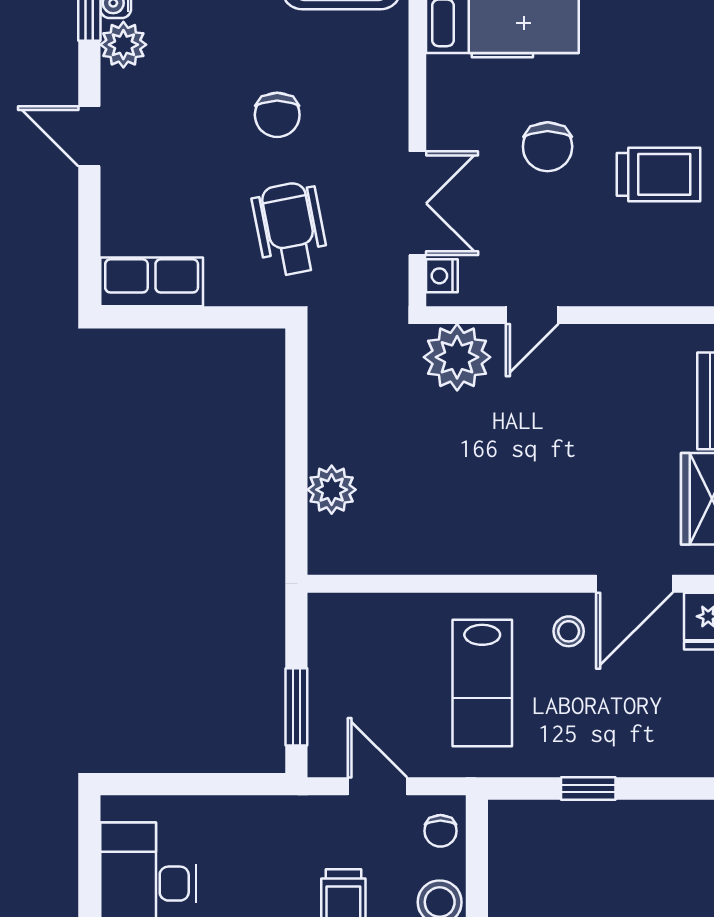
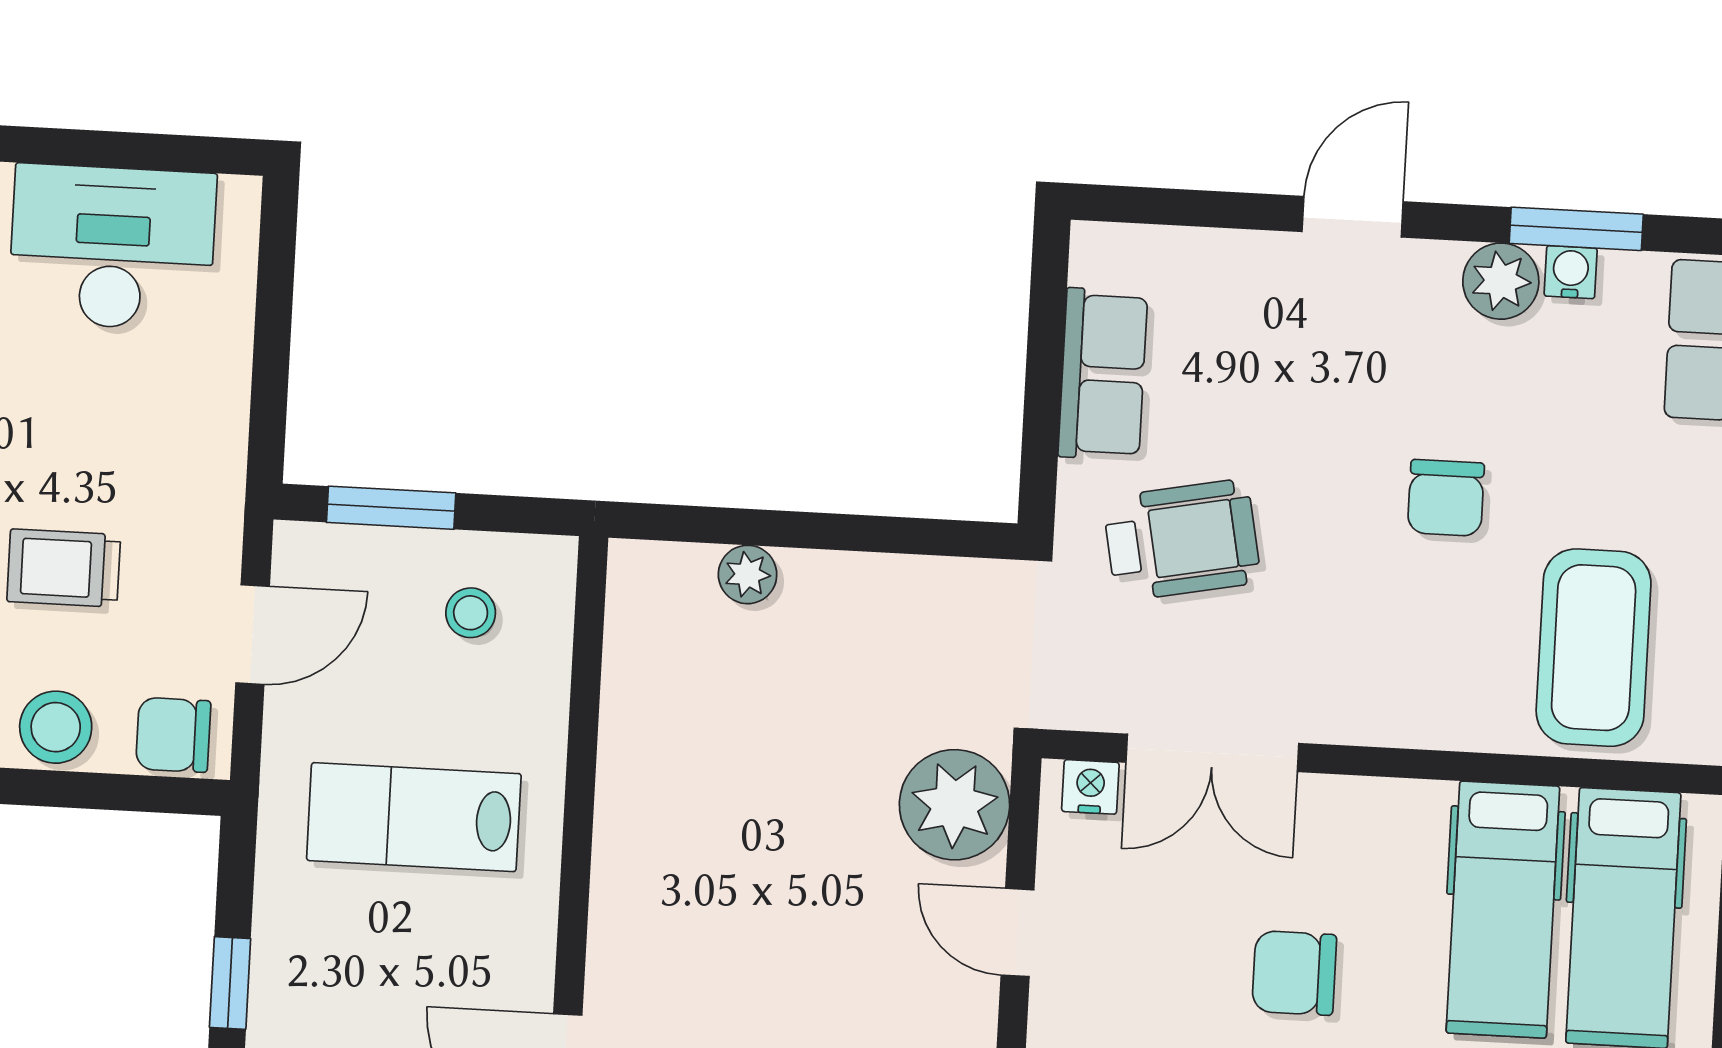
chair: (277, 115) -> (1446, 498), moved, turned -90
row of seats: (152, 282) -> (1103, 374), moved
plant: (332, 490) -> (748, 574), width x0.73, depth x0.73
stool: (569, 631) -> (471, 613), moved
chair: (440, 831) -> (173, 735), width x1.37, depth x1.37

